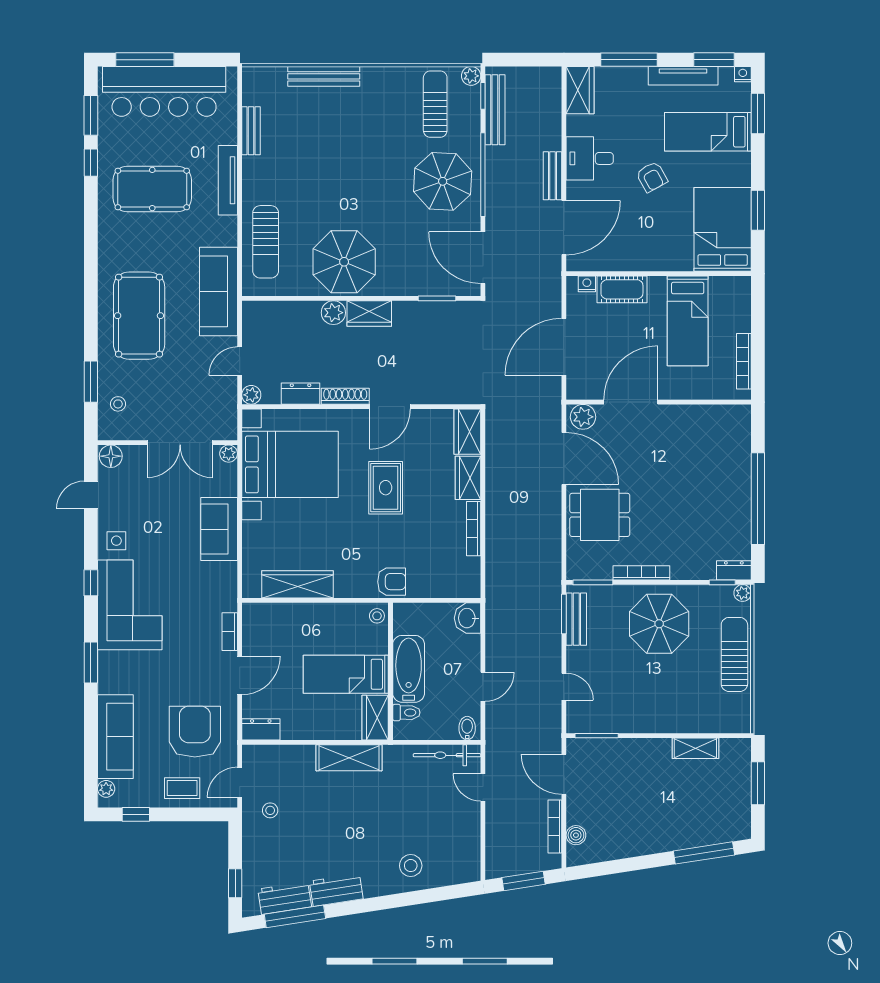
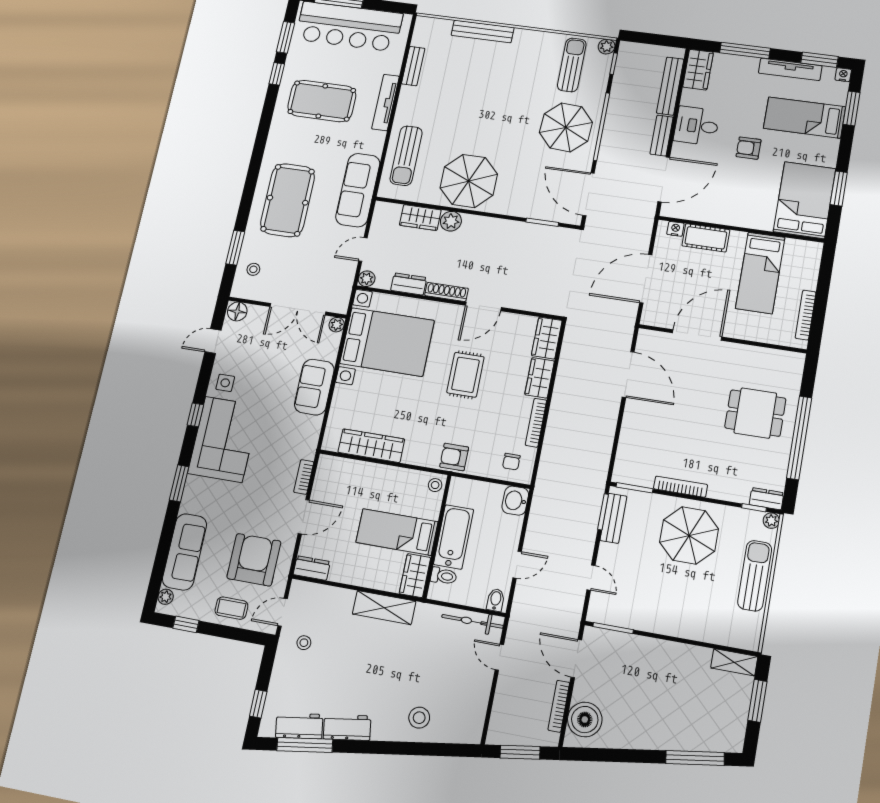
bench: (495, 110) -> (670, 86), moved
armchair: (652, 177) -> (749, 148), turned 119
wardrobe: (369, 313) -> (420, 218), moved
plant: (583, 417) -> (652, 341), removed
dining table: (600, 515) -> (755, 413), moved
chair: (455, 576) -> (511, 462), added
armchair: (392, 582) -> (454, 457), turned 180
shelving: (695, 748) -> (734, 662), moved
boiler: (576, 835) -> (585, 720), width x1.86, depth x1.86

